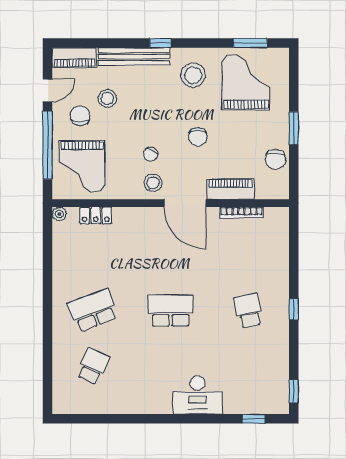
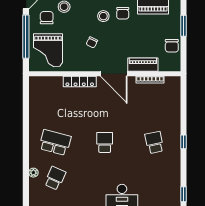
chair: (198, 137) -> (123, 13), moved
stool: (153, 183) -> (103, 16), moved
plant: (59, 214) -> (33, 173), moved
locker: (96, 215) -> (80, 82), moved, width x1.53
school desk: (93, 311) -> (55, 142), turned 36
school desk: (171, 311) -> (105, 142), width x0.54

